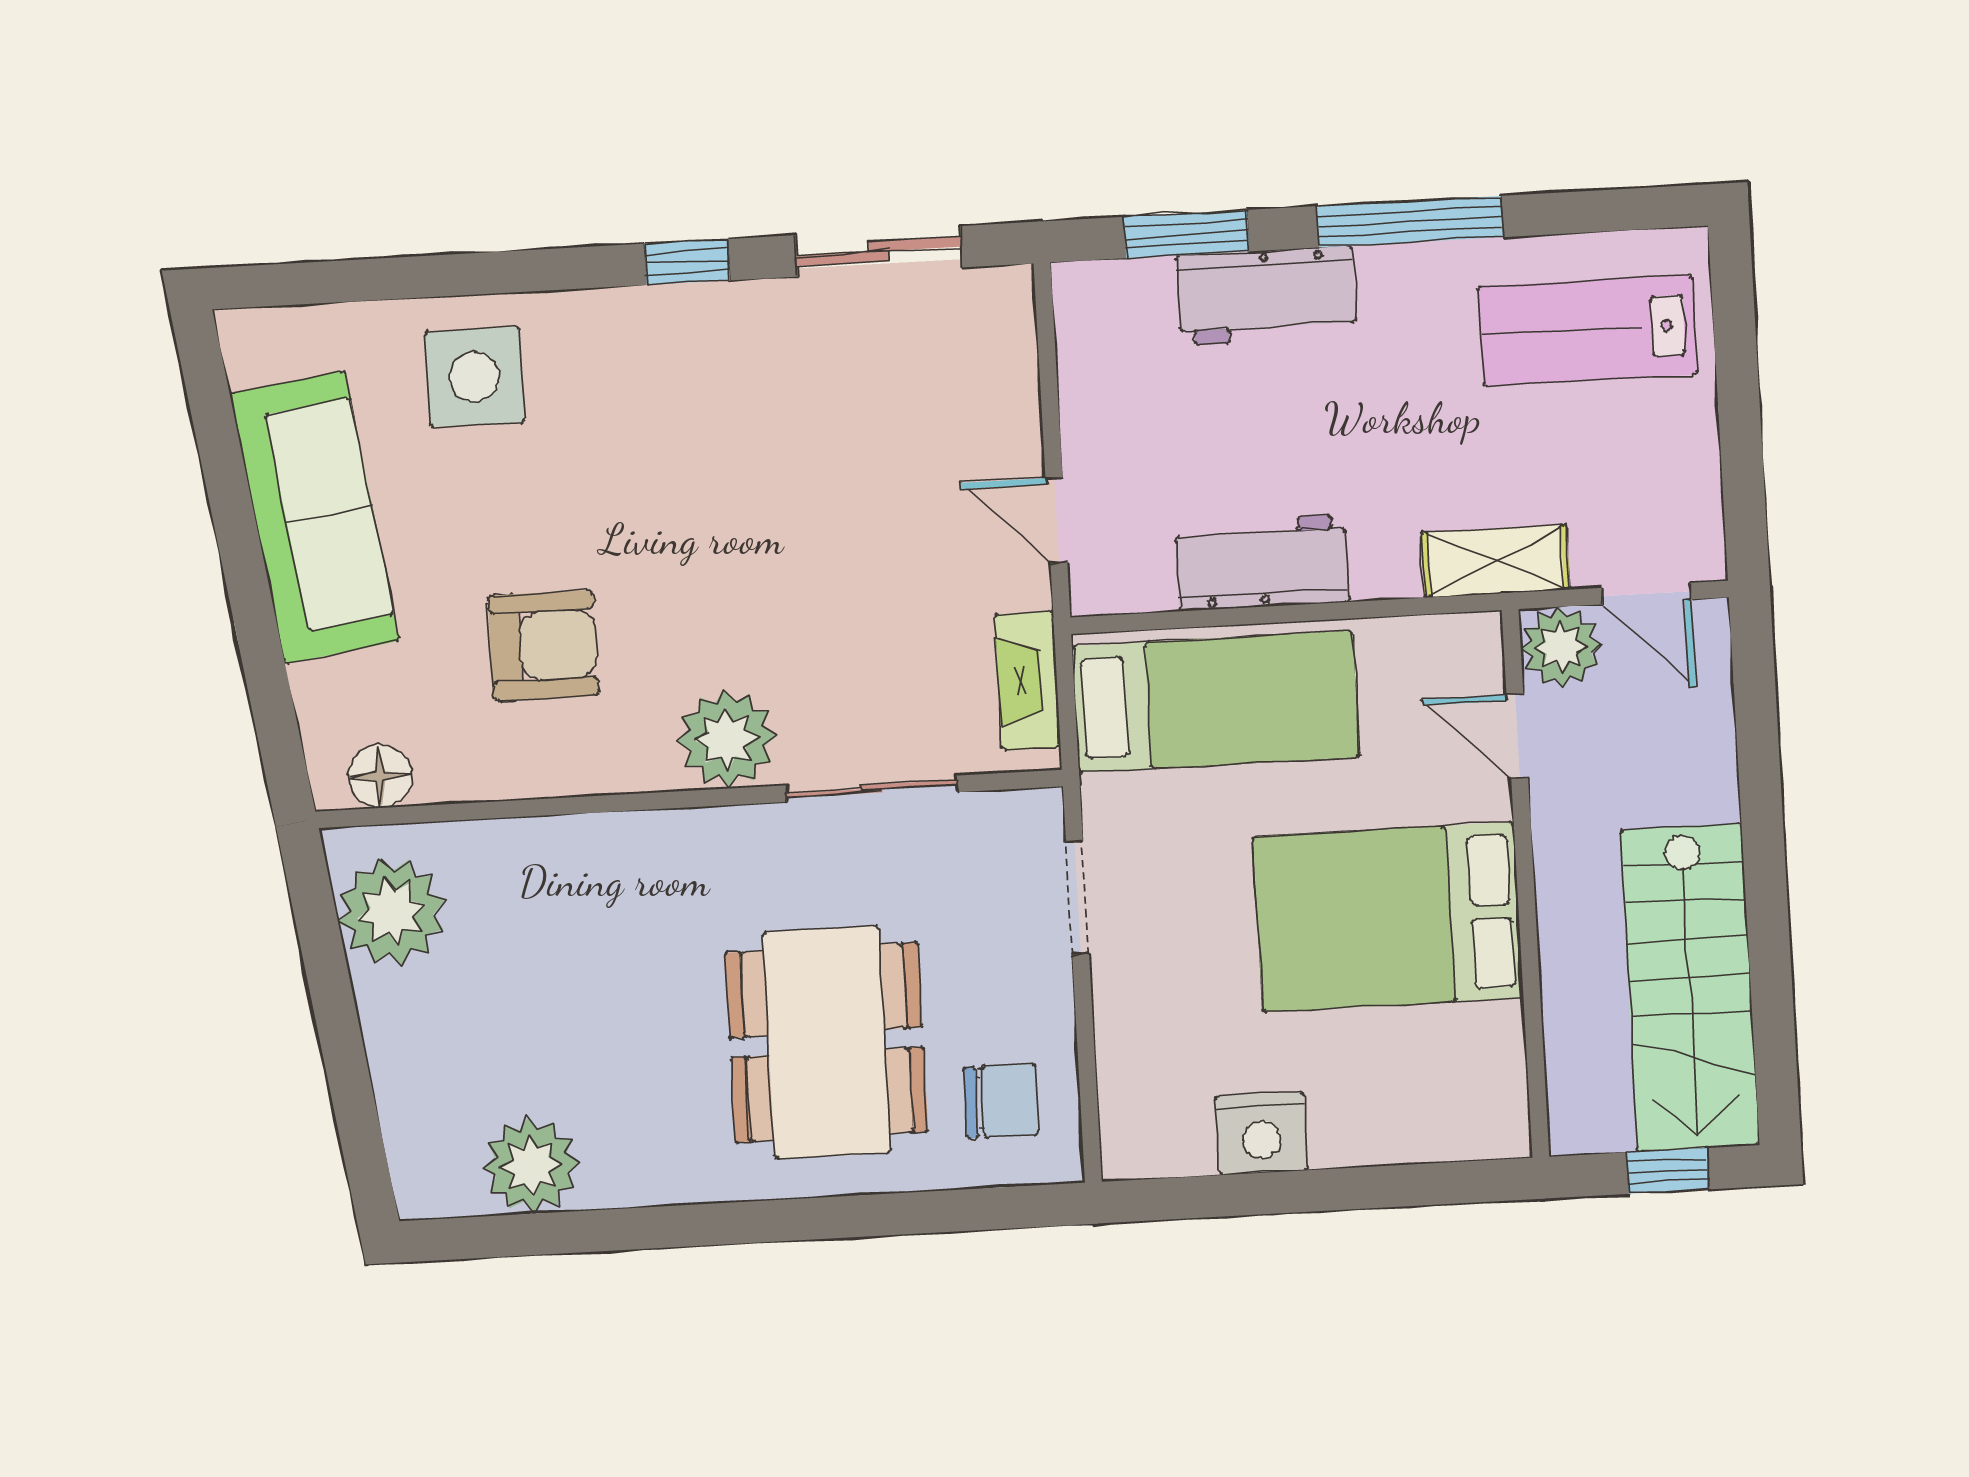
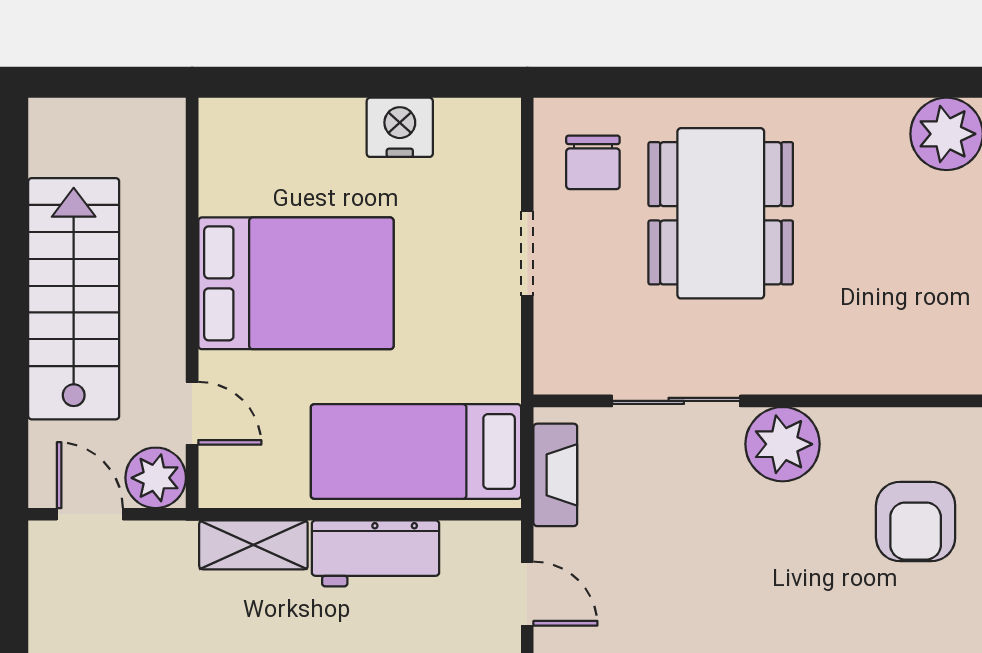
shelving: (1496, 561) -> (253, 545), moved
armchair: (543, 646) -> (916, 522), turned -90
doorway: (1077, 898) -> (527, 253), moved
stairs: (1690, 987) -> (74, 299), moved
chair: (1001, 1101) -> (593, 162), turned -90
window: (1668, 1171) -> (98, 82), removed

